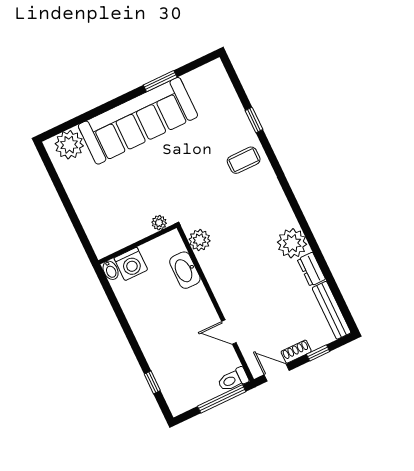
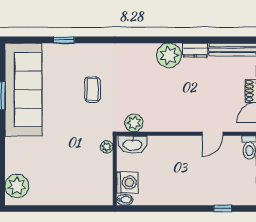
sofa: (138, 121) -> (23, 90), moved
coffee table: (244, 160) -> (92, 89), moved
washbasin: (185, 270) -> (132, 144), moved

